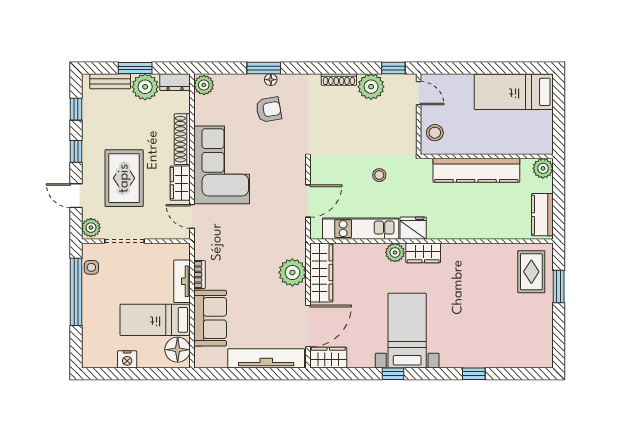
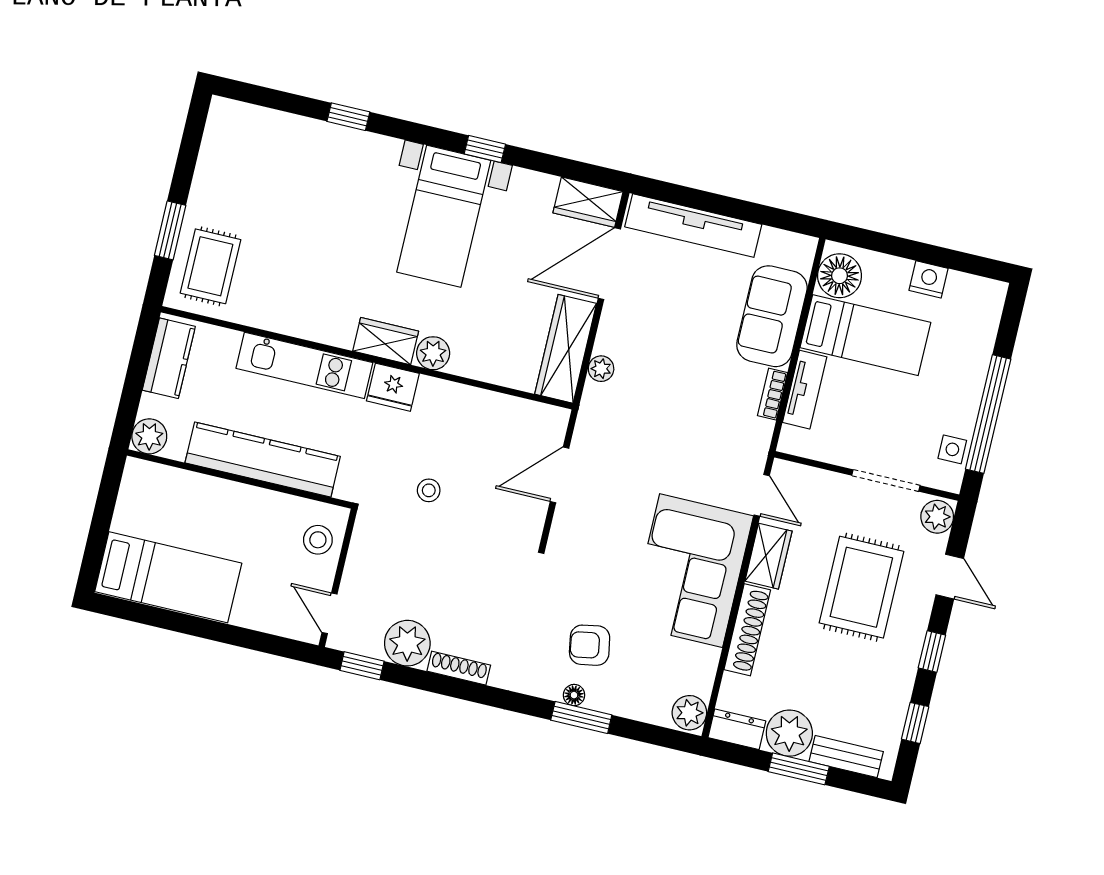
kitchen unit: (361, 229) -> (304, 365), moved
plant: (292, 272) -> (601, 369), width x0.53, depth x0.53

